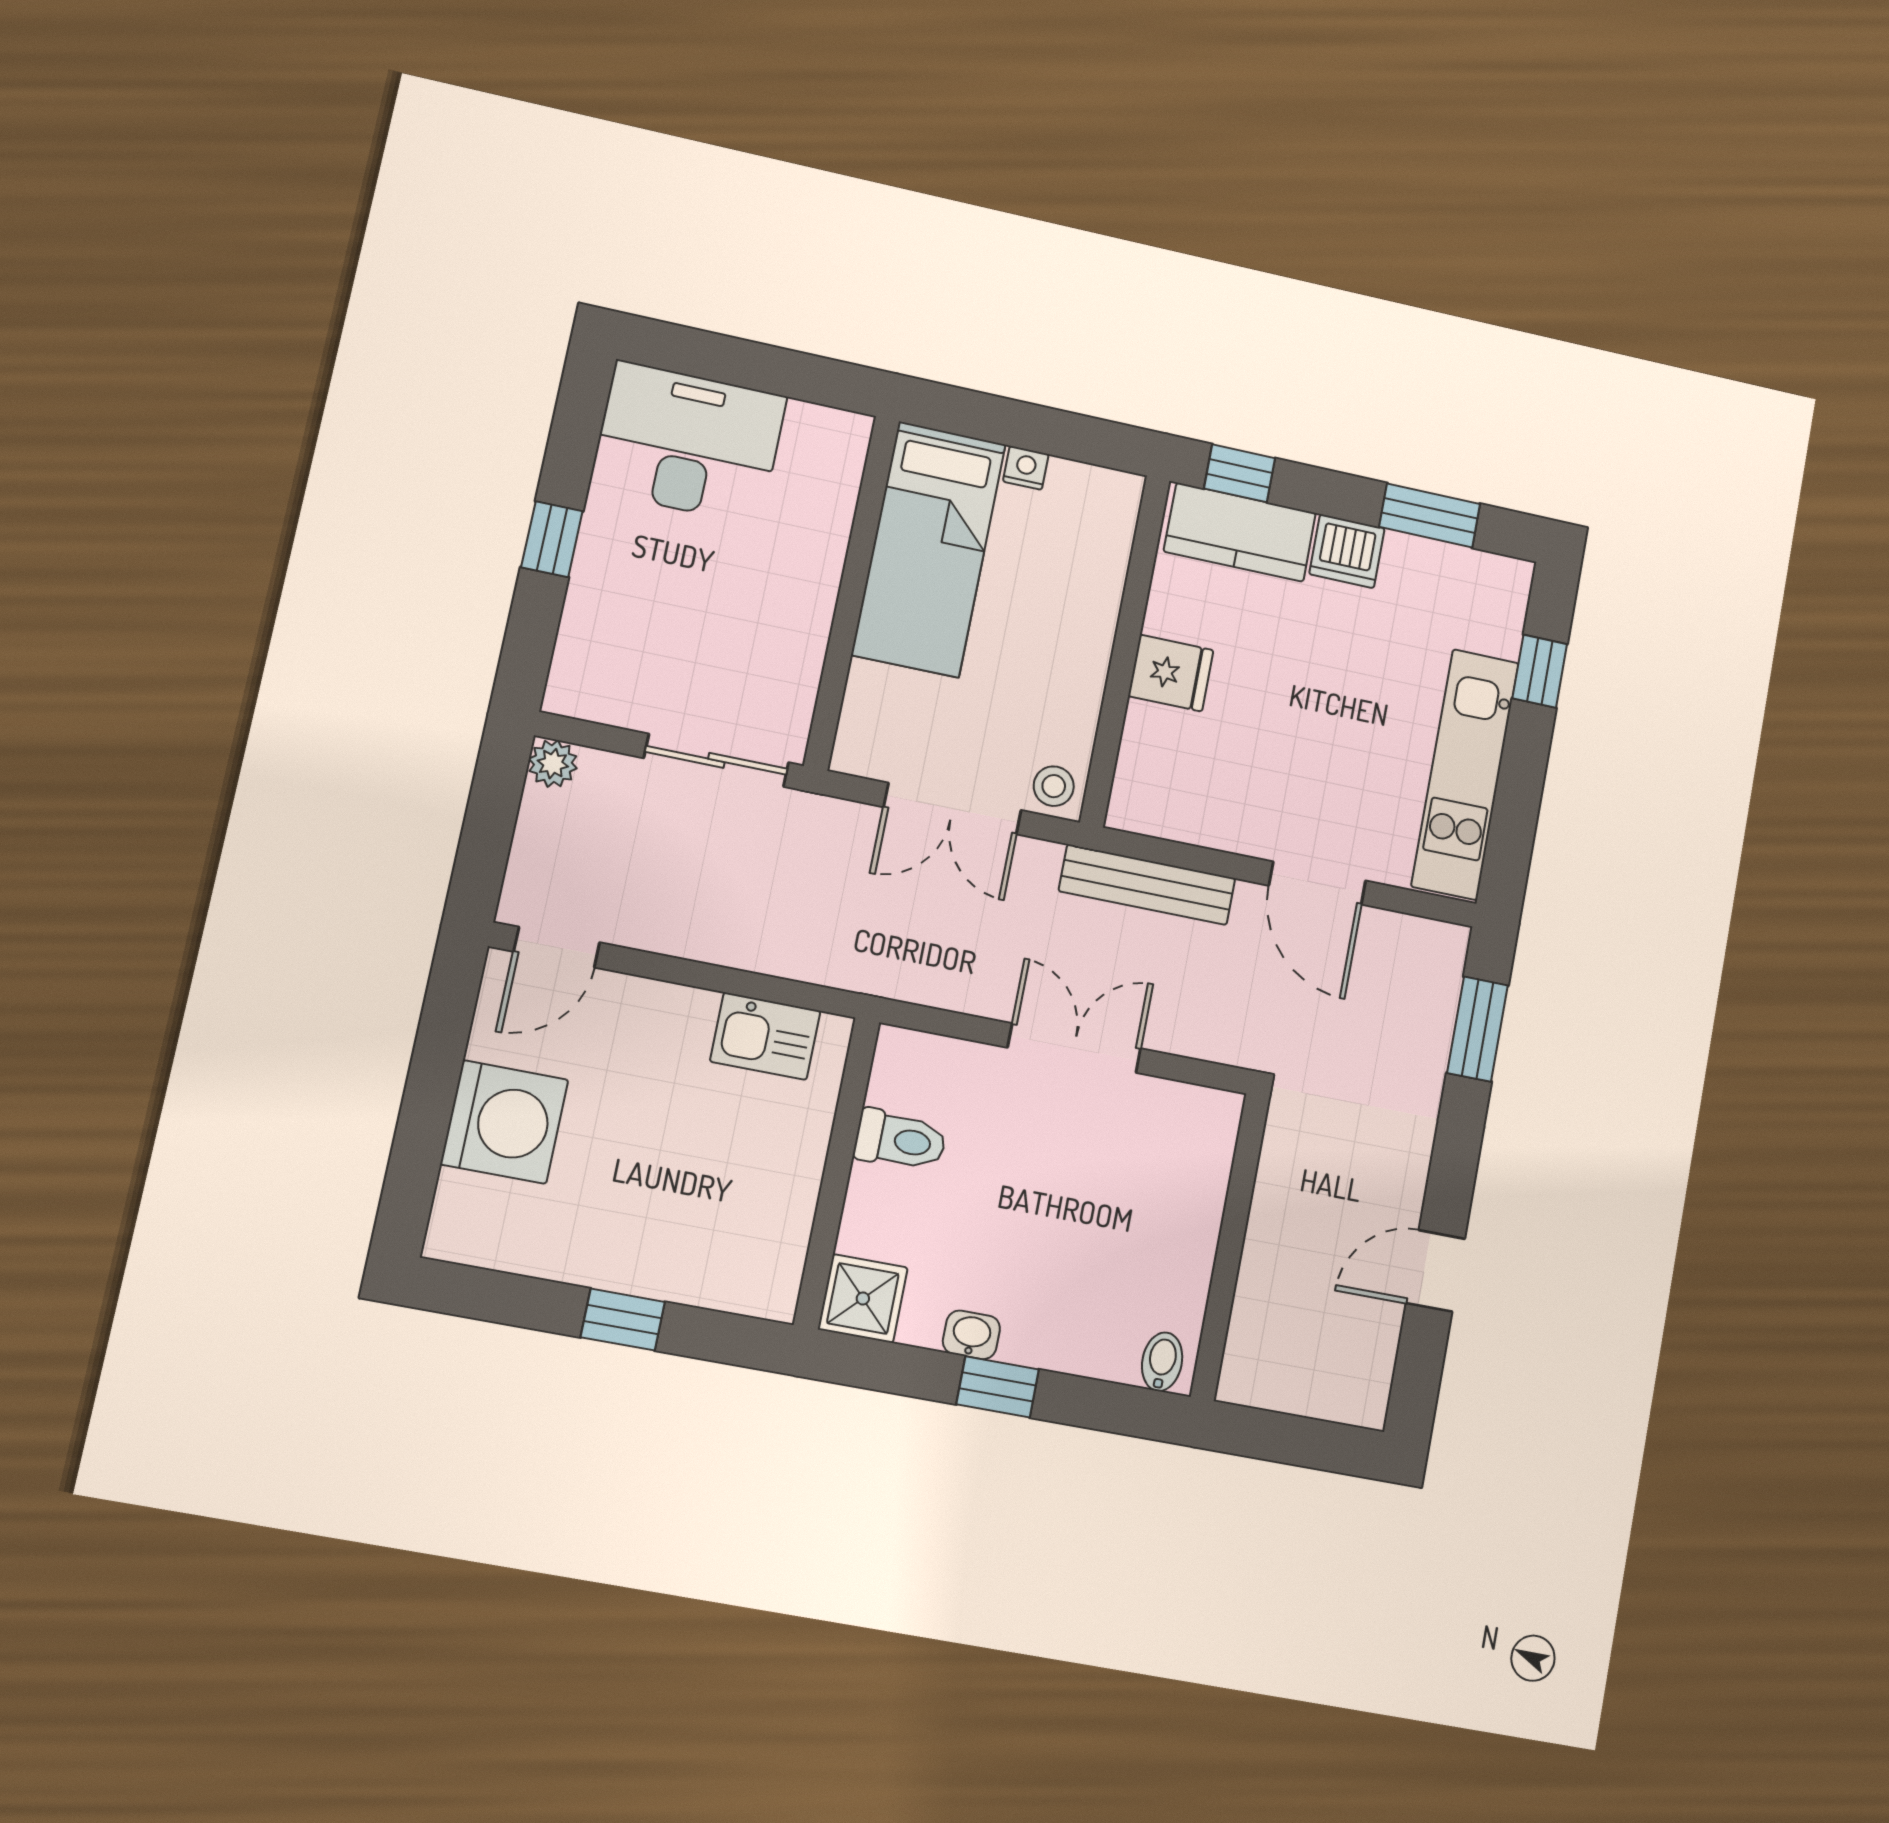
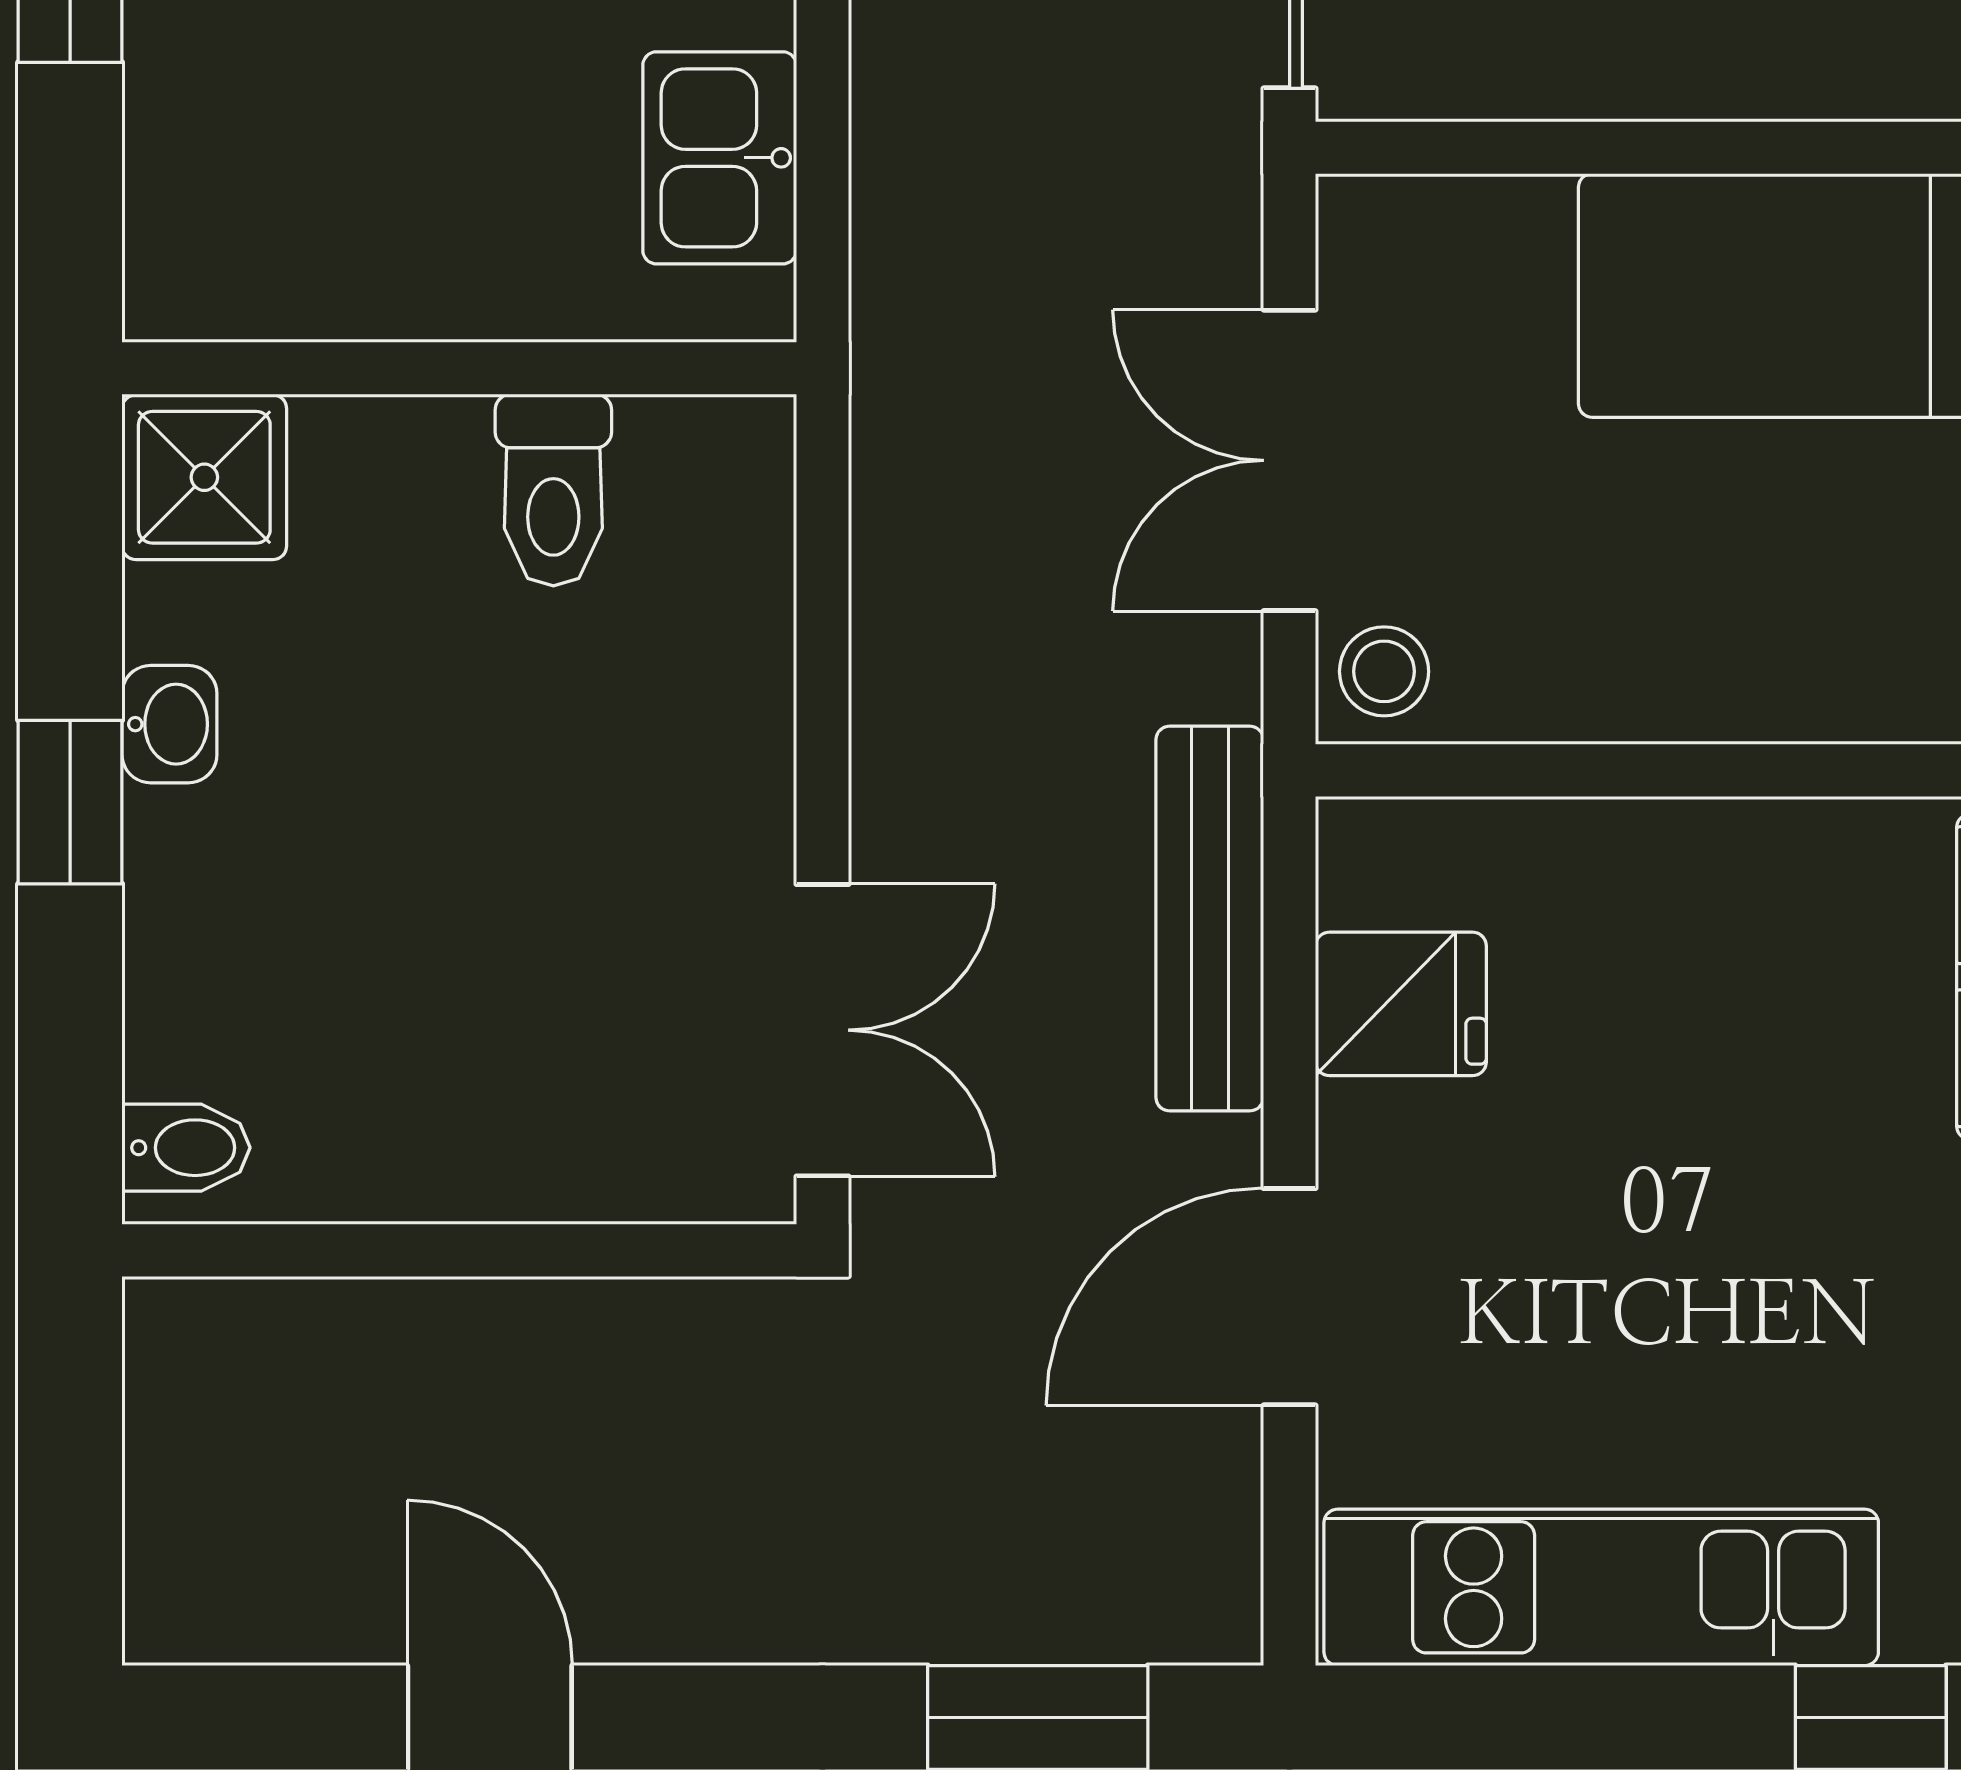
fridge: (1171, 673) -> (1401, 1004), moved, turned -90
double door: (1074, 1048) -> (822, 1030), moved

